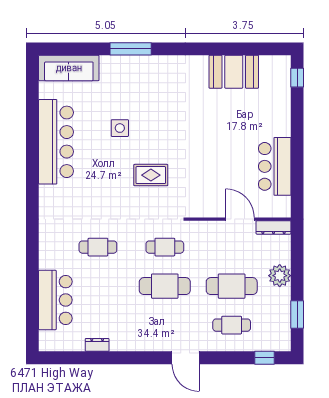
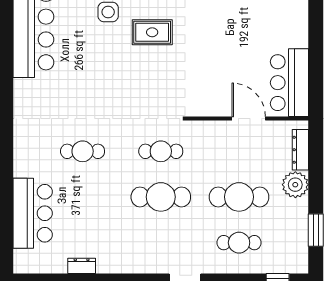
bar counter: (275, 166) -> (289, 83), moved
rug: (151, 175) -> (152, 32), moved
dresser: (273, 227) -> (300, 150), moved, turned 90

